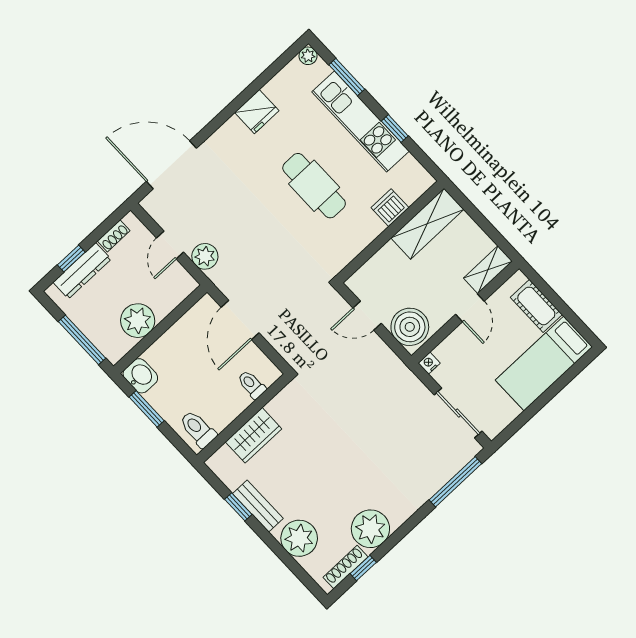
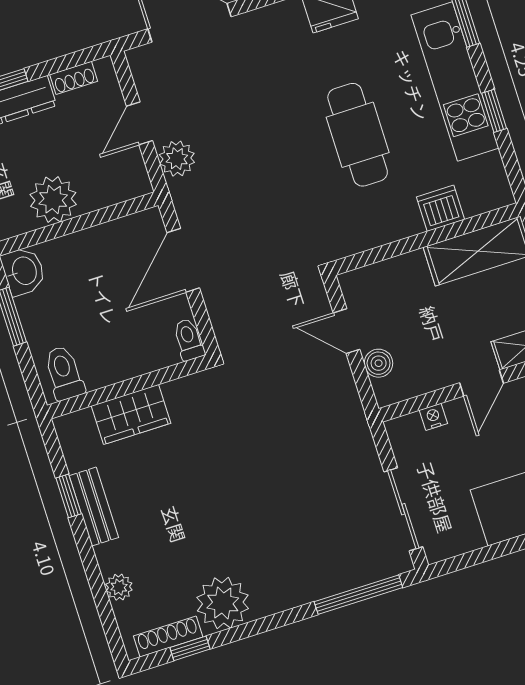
boiler: (410, 327) -> (379, 363), width x0.54, depth x0.54
nightstand: (429, 363) -> (433, 417), moved
toilet: (252, 385) -> (189, 340), moved
plant: (299, 538) -> (119, 587), width x0.53, depth x0.53

